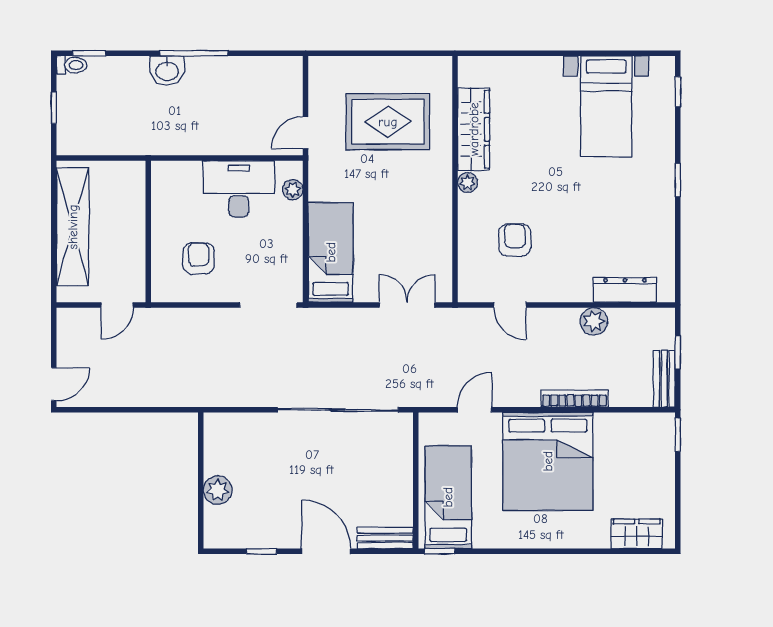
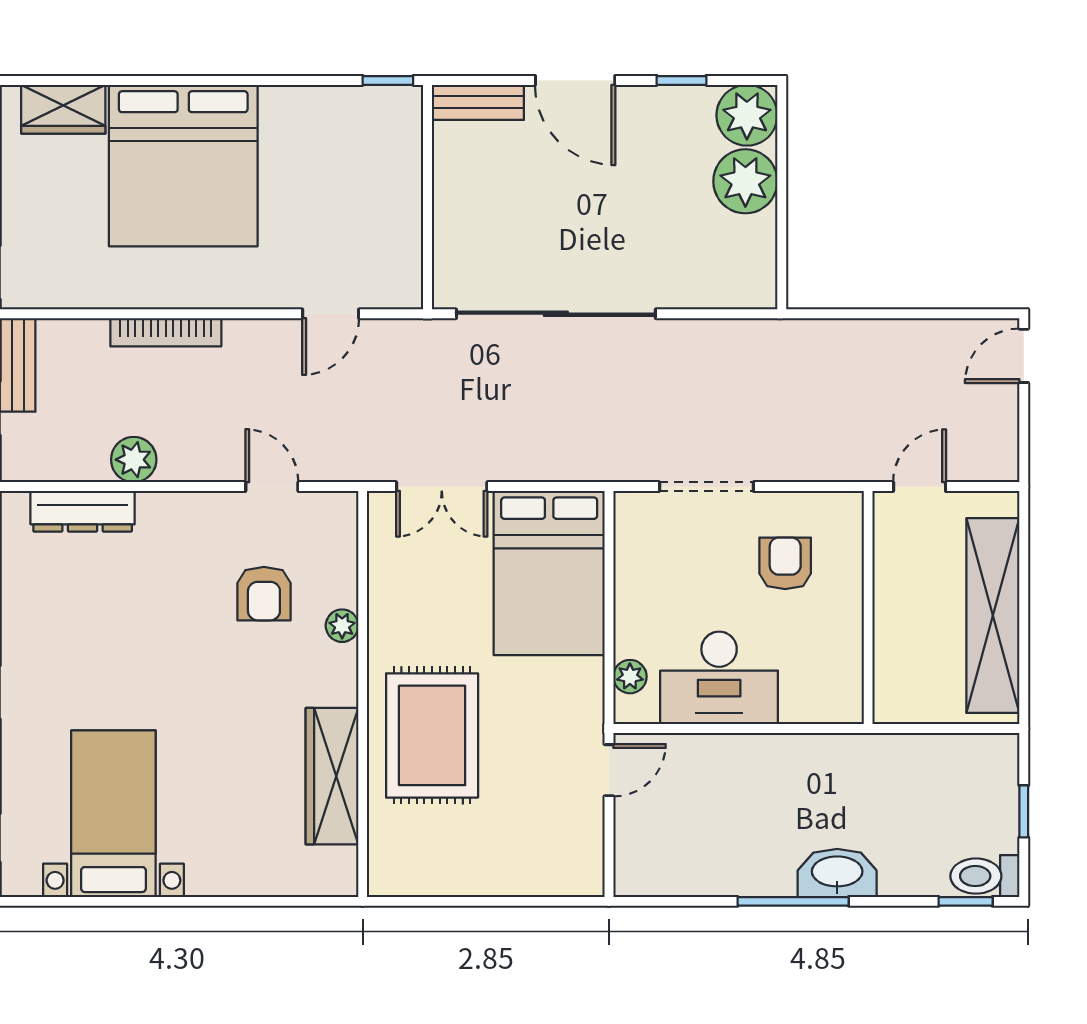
toilet: (72, 65) -> (985, 876), width x1.37, depth x1.39
washbasin: (167, 70) -> (837, 873), width x1.38
rug: (388, 122) -> (432, 735), moved, turned 90
plant: (467, 183) -> (342, 626), moved
bed: (331, 252) -> (549, 573), width x1.50
armchair: (199, 258) -> (785, 563), turned 180
doorway: (268, 305) -> (706, 487), moved
bed: (548, 461) -> (183, 166), moved, turned 180
plant: (218, 490) -> (745, 181), width x1.36, depth x1.36
bed: (448, 497) -> (374, 170), removed
plant: (222, 530) -> (747, 115), added

